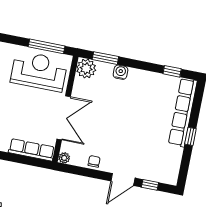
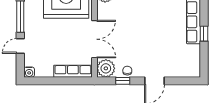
plant: (64, 158) -> (106, 68), width x1.88, depth x1.88
window: (150, 185) -> (123, 81), moved

